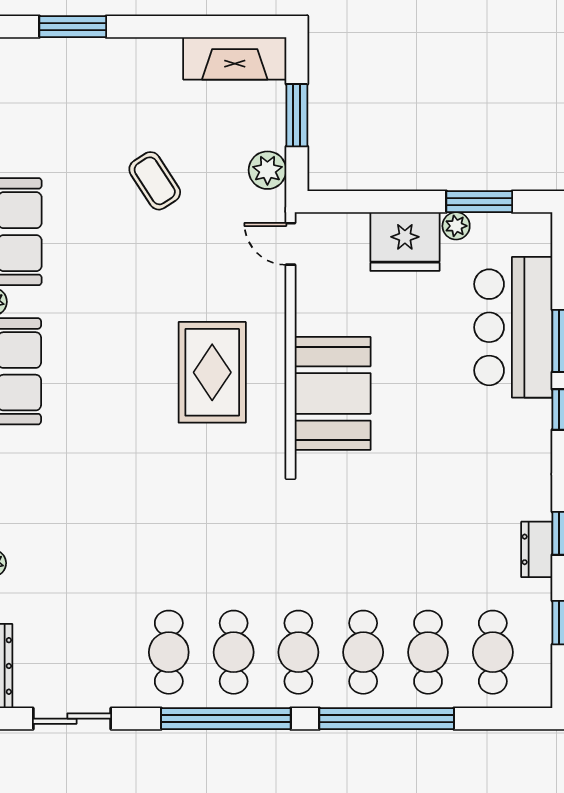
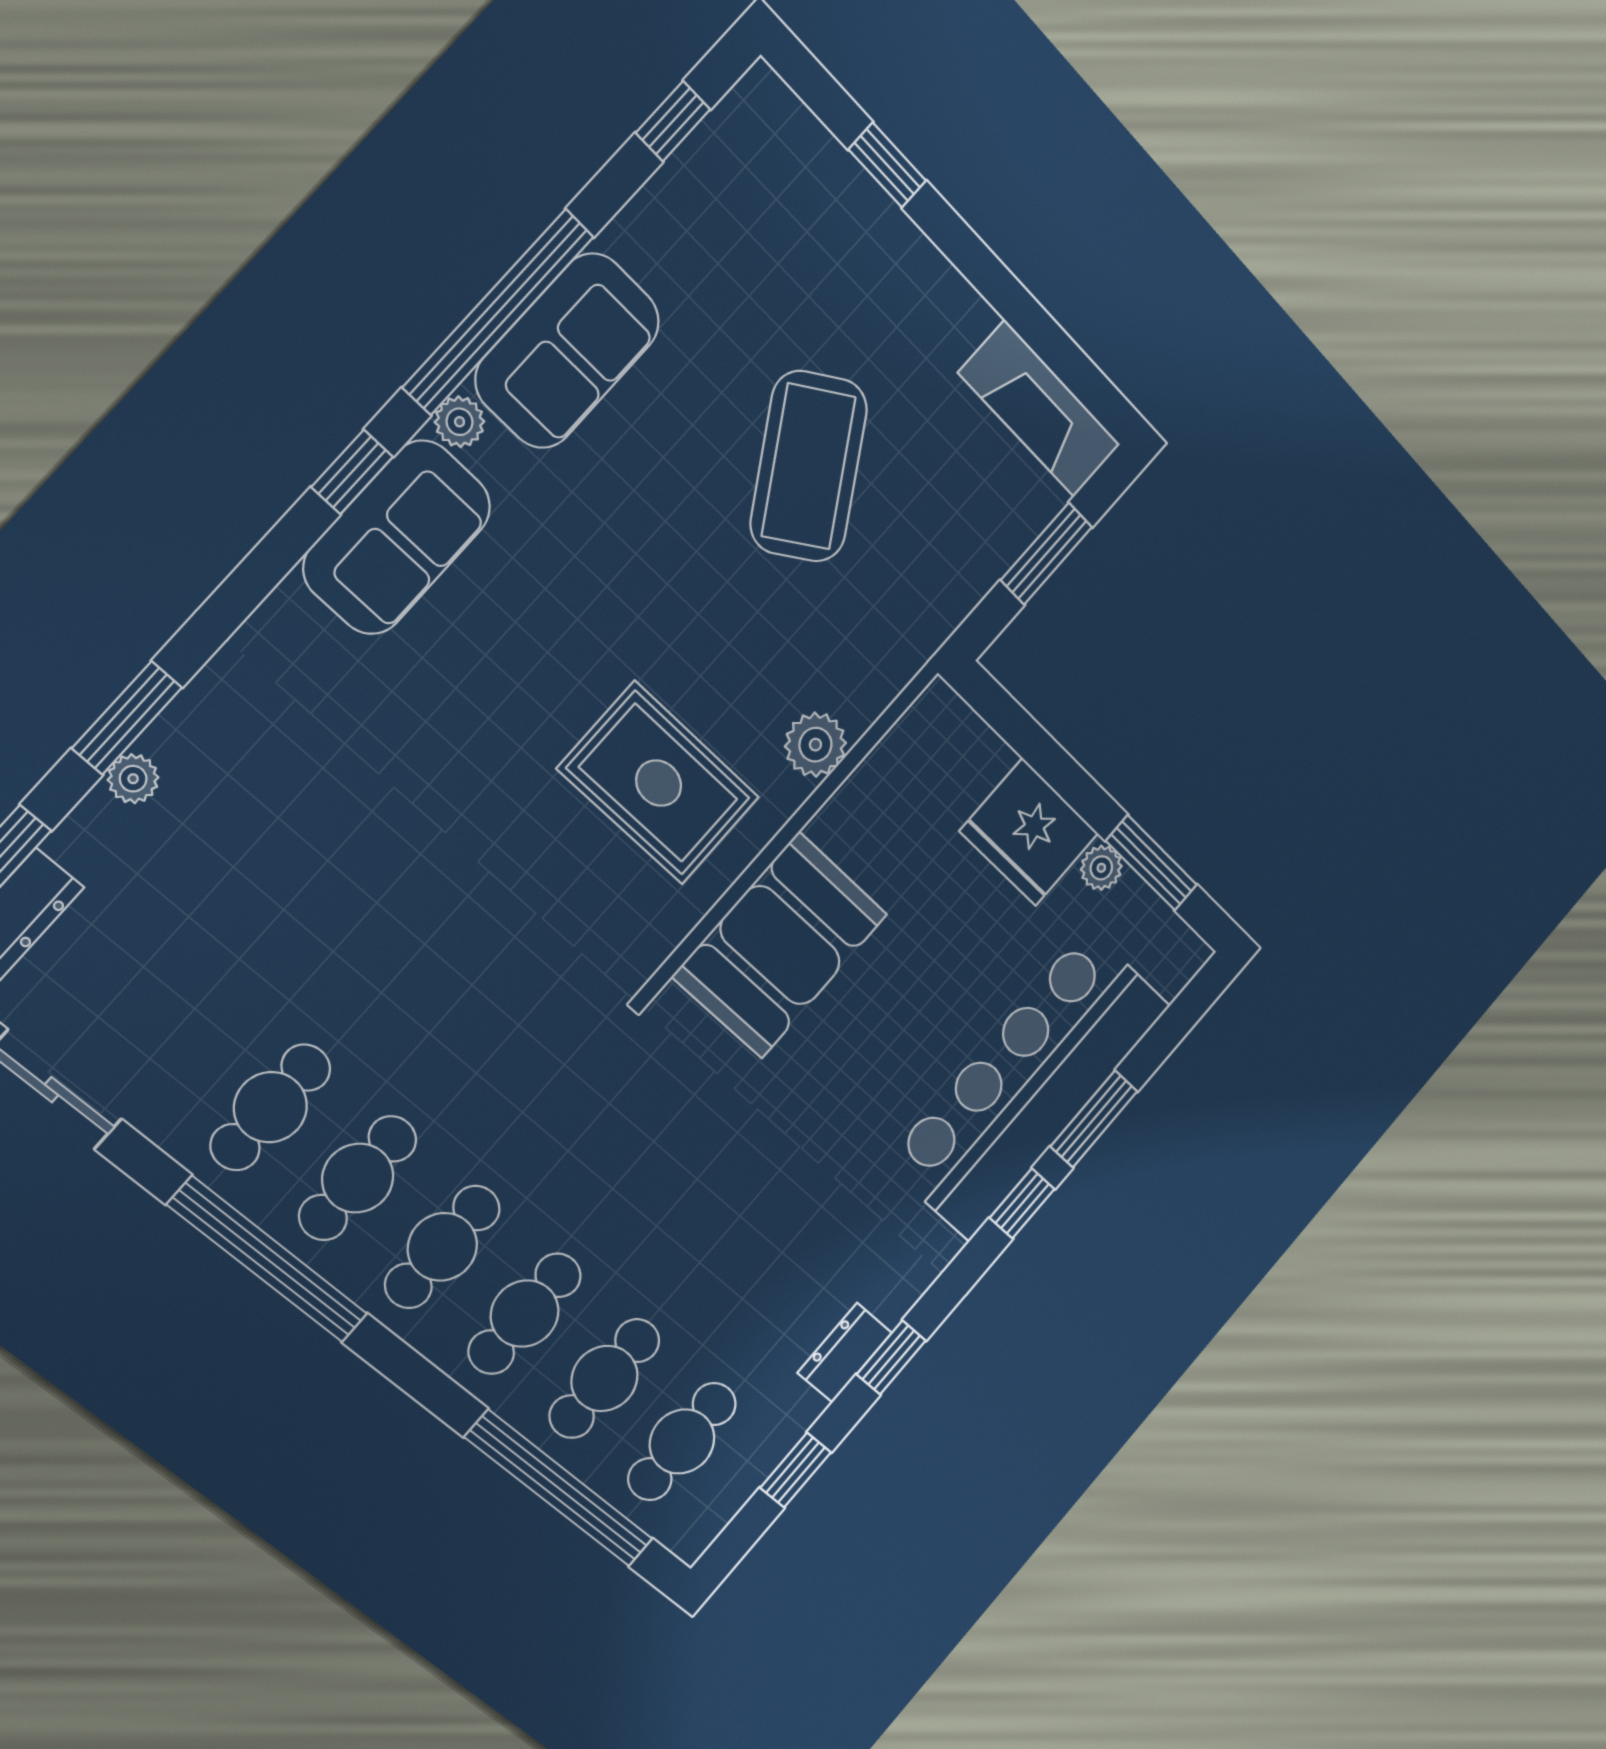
window: (73, 27) -> (887, 165), width x0.67
plant: (267, 170) -> (815, 745), moved
coffee table: (155, 181) -> (809, 467), width x1.86, depth x1.72
door: (290, 244) -> (898, 708), removed
bar counter: (513, 327) -> (1028, 1084), width x1.36
rug: (212, 372) -> (659, 783), turned 90
window: (387, 719) -> (559, 1489), moved

